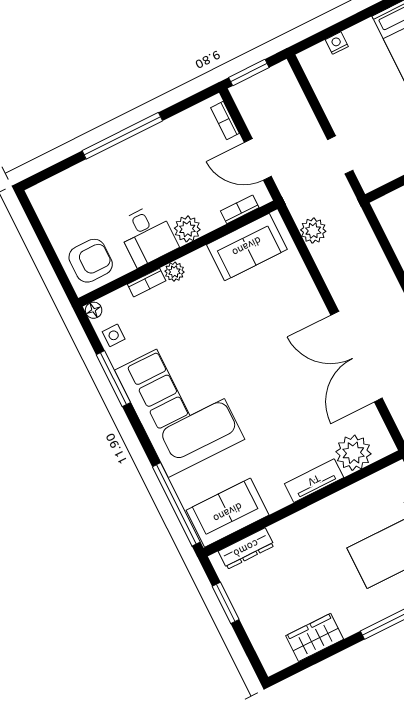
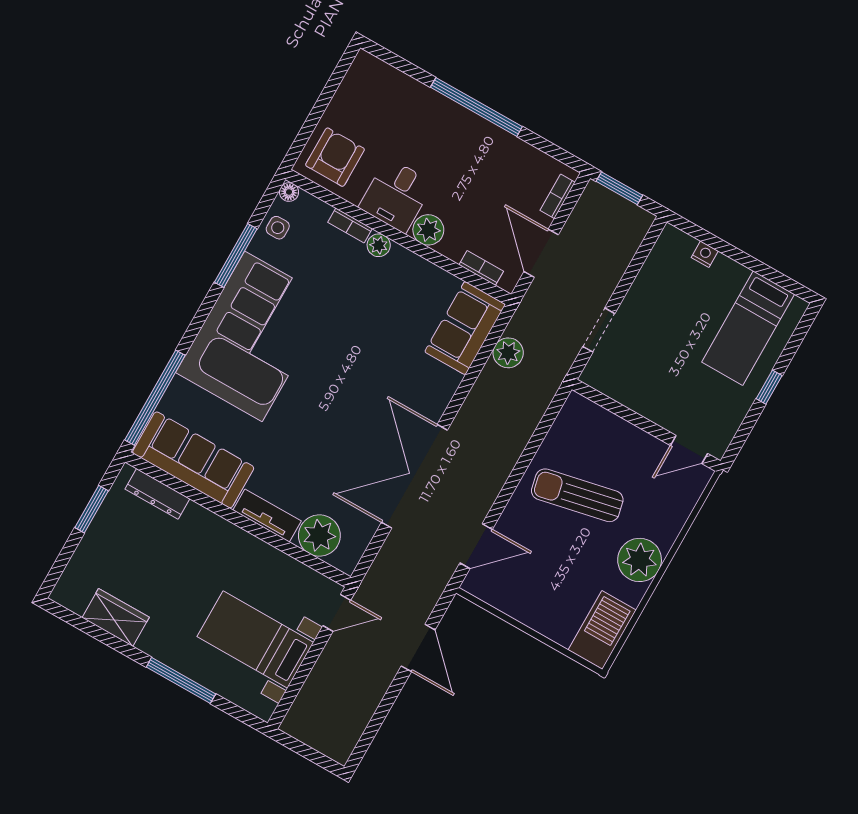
sofa: (247, 247) -> (465, 328), moved, turned 90
armchair: (91, 261) -> (335, 157), turned -90
sofa: (228, 513) -> (193, 460), width x1.36

